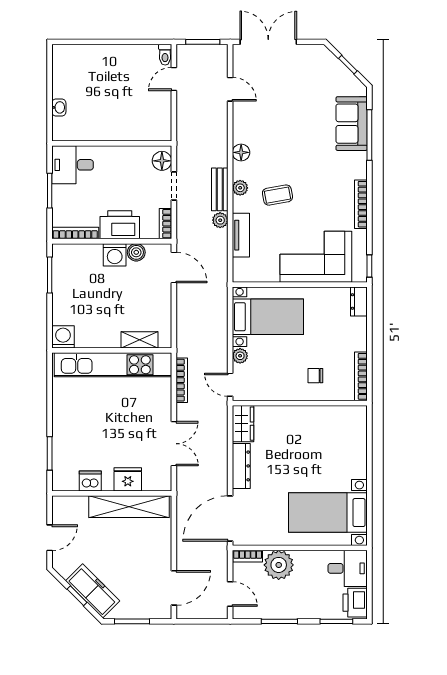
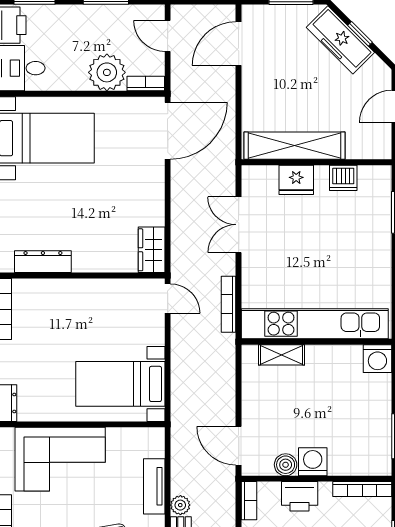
printer: (120, 225) -> (300, 496), width x0.73, depth x0.84
plant: (240, 356) -> (155, 335), removed
chair: (315, 376) -> (61, 310), removed
dresser: (241, 466) -> (43, 262), moved, turned 90

